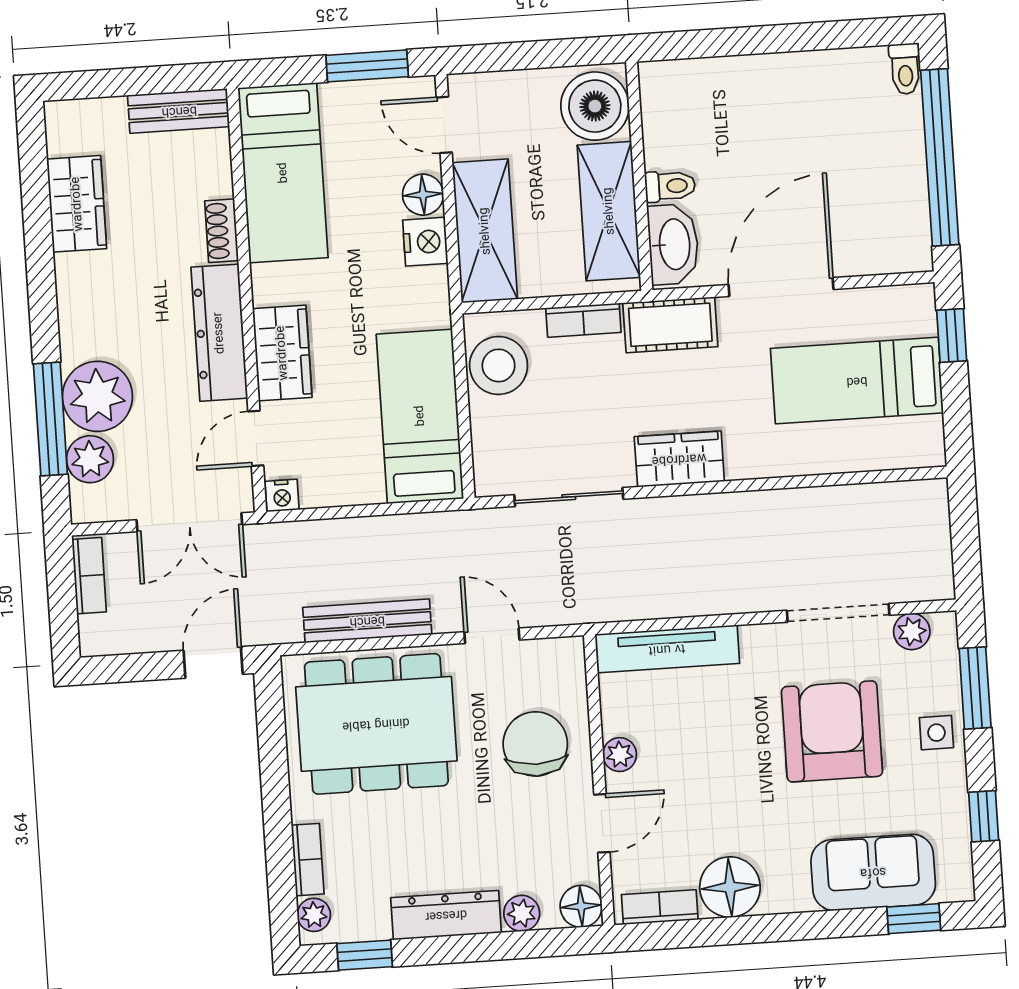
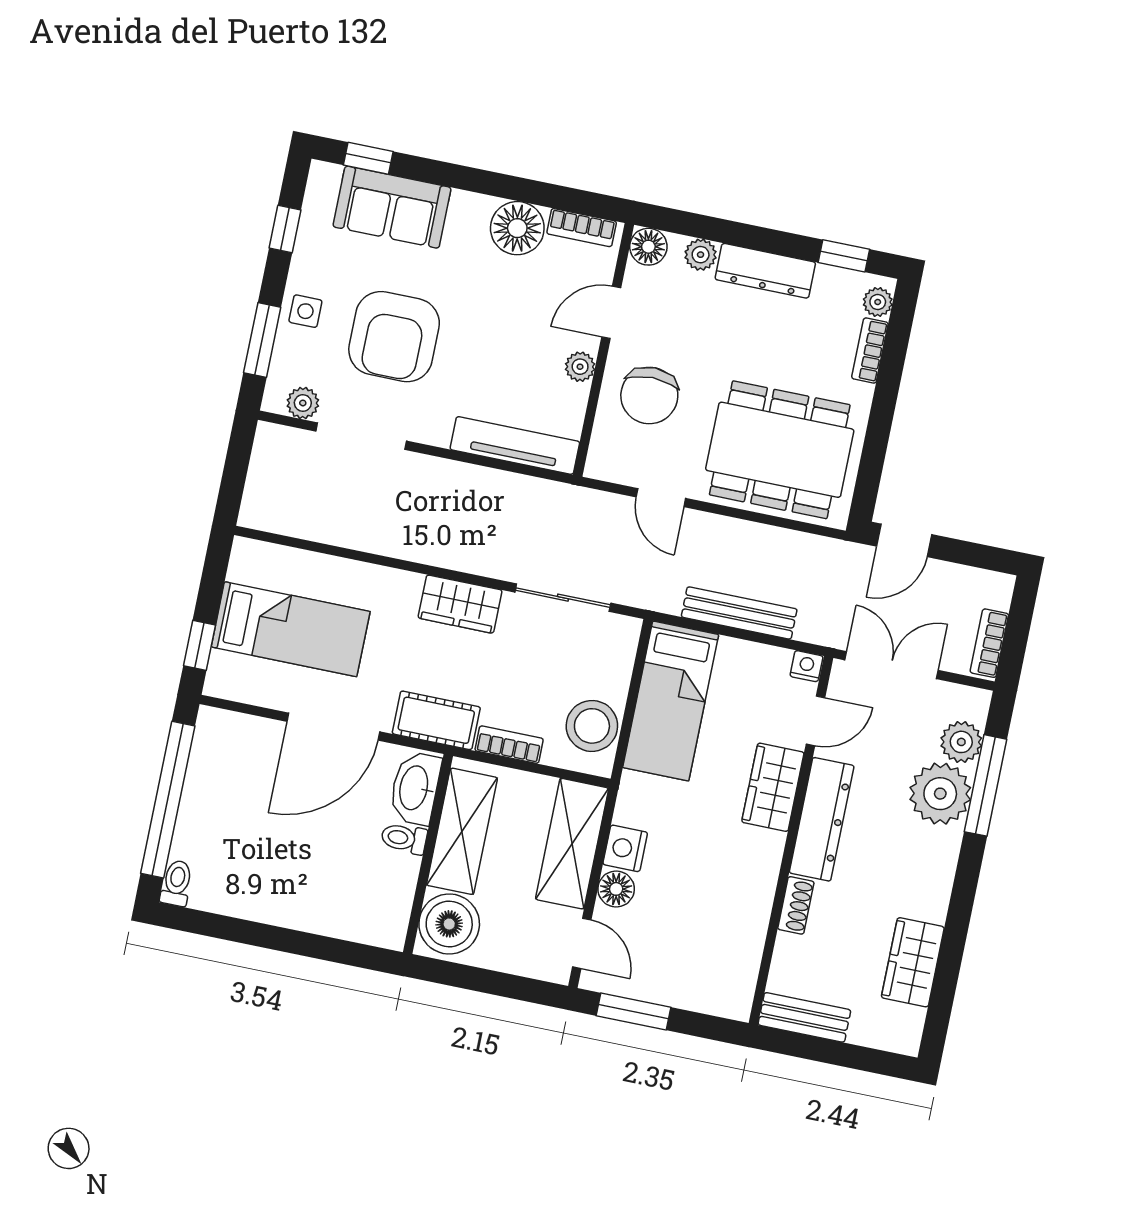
bed: (283, 173) -> (730, 940), removed
bench: (367, 621) -> (739, 613), moved

